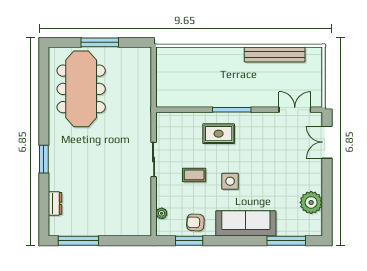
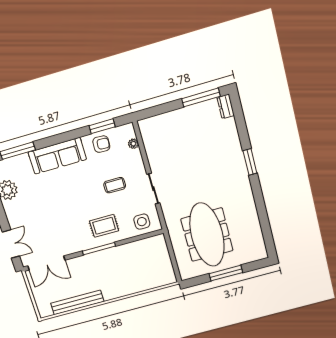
meeting table: (81, 89) -> (207, 235), moved
double door: (295, 110) -> (46, 263), width x1.37
side table: (230, 181) -> (142, 222), moved
dresser: (55, 203) -> (226, 106), moved

